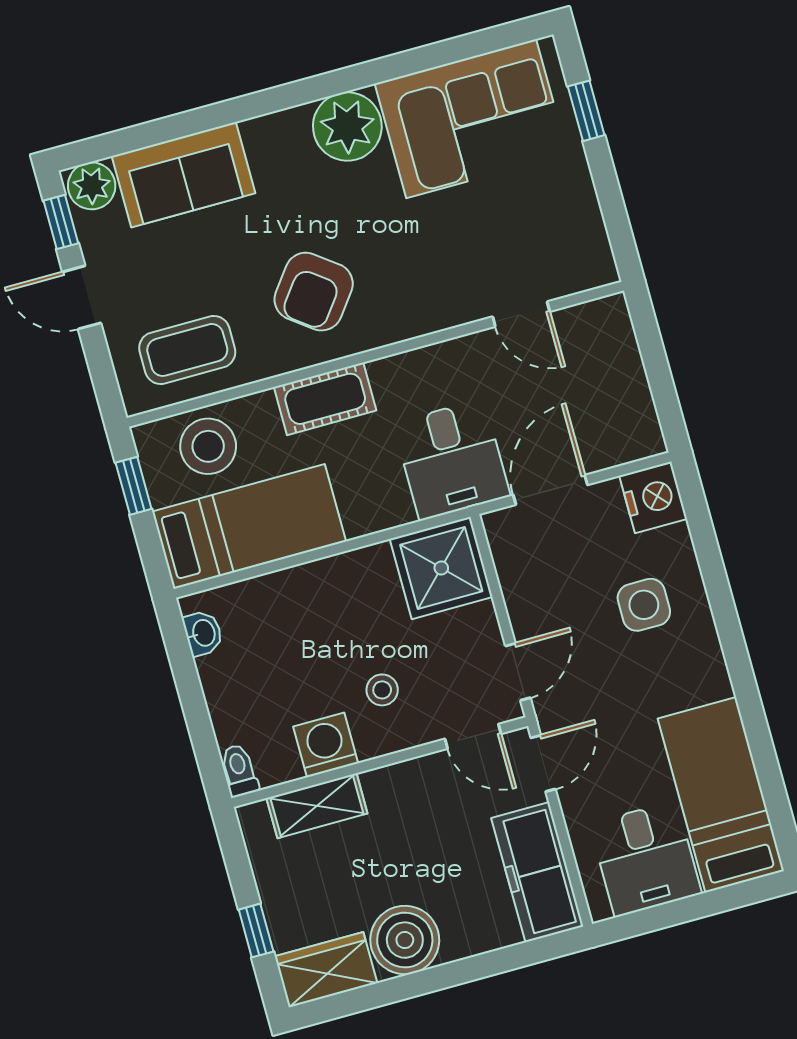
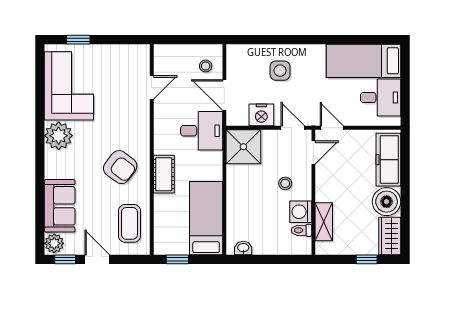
door: (82, 297) -> (97, 259), swing flipped
stool: (208, 446) -> (206, 66), moved, width x0.53, depth x0.53
nightstand: (653, 497) -> (261, 115), moved, turned 180
toilet: (239, 770) -> (301, 230), moved
freezer: (537, 872) -> (388, 160), moved, turned 90

